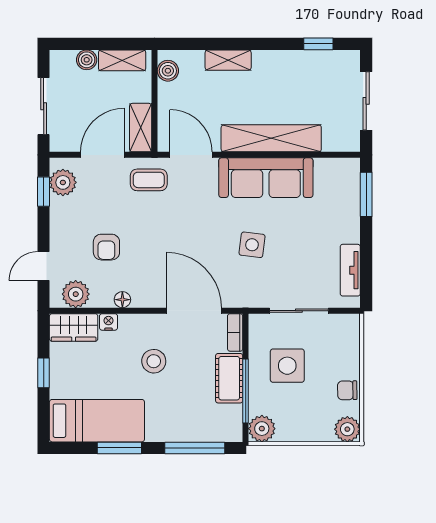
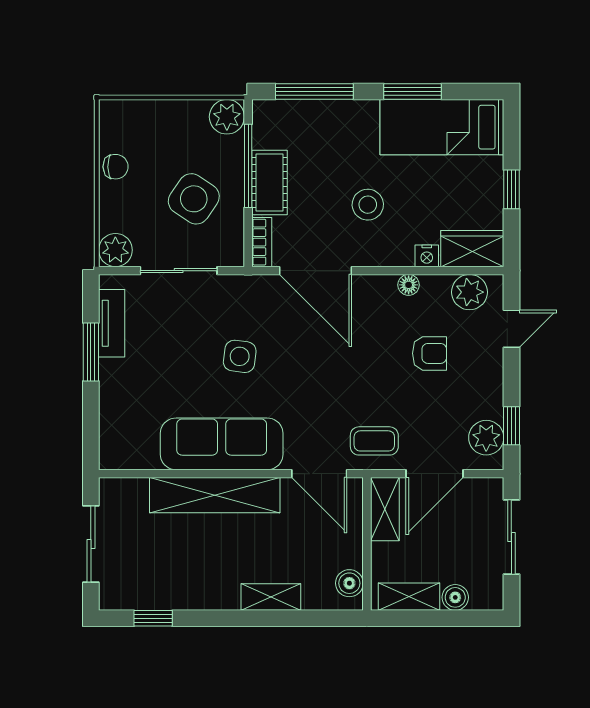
window: (366, 194) -> (91, 352), moved
armchair: (106, 247) -> (429, 353), turned 90
side table: (287, 366) -> (194, 199), turned 34
plant: (347, 429) -> (115, 250), moved

